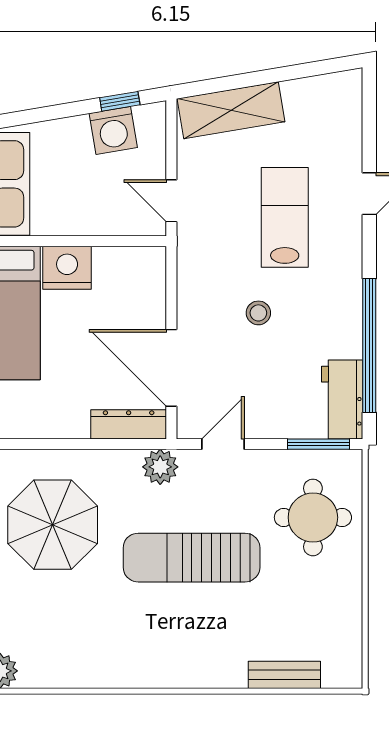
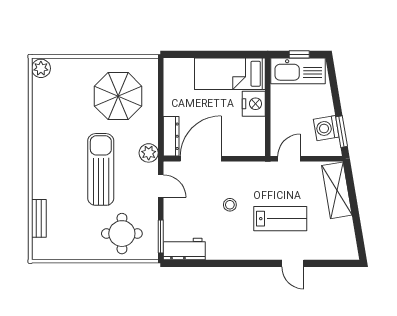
window: (120, 101) -> (342, 132), width x1.50
window: (369, 346) -> (213, 263), removed

